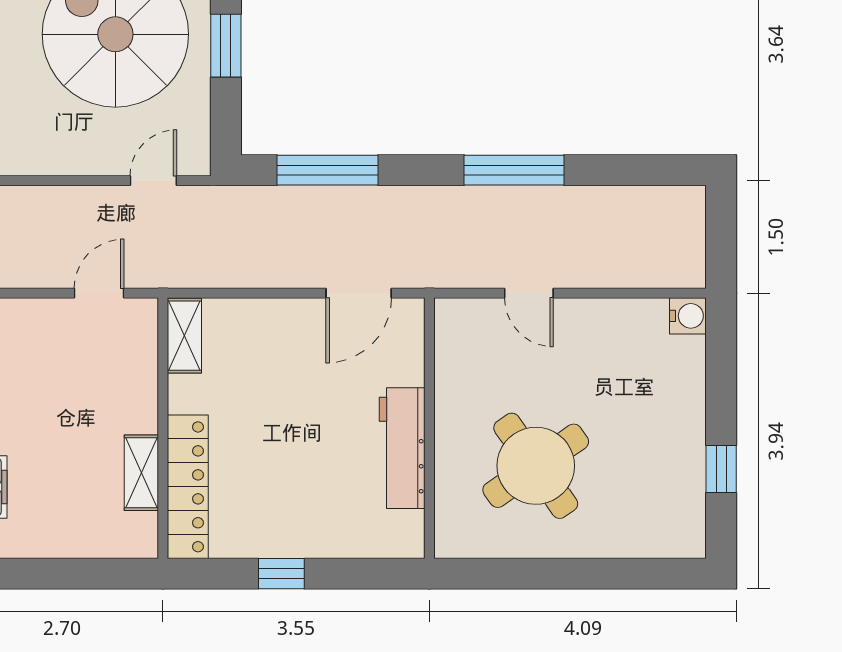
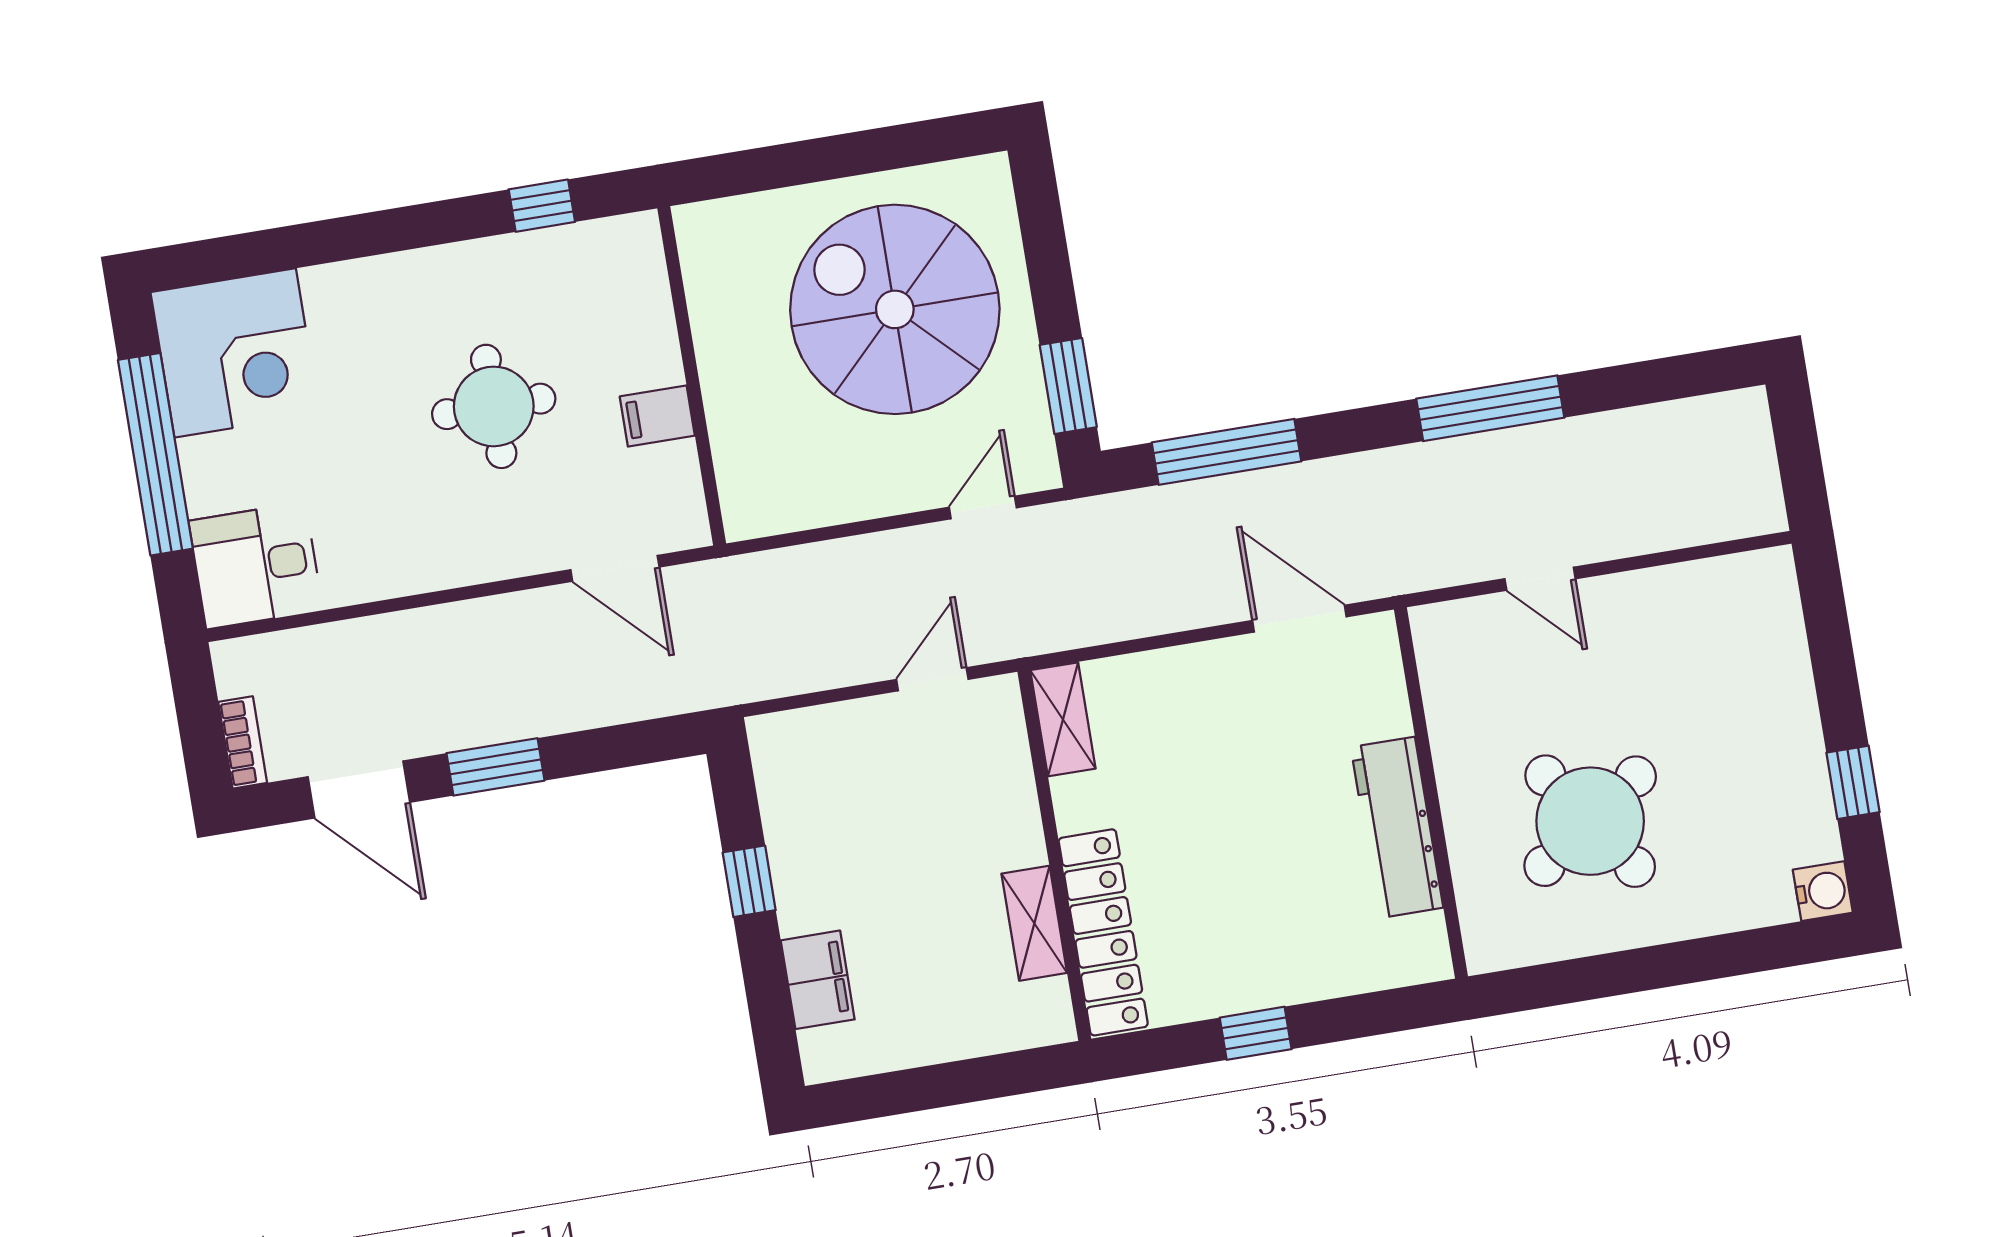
window: (226, 46) -> (1068, 386), moved
door: (359, 293) -> (1299, 619), swing flipped
water cooler: (688, 316) -> (1823, 891), moved

